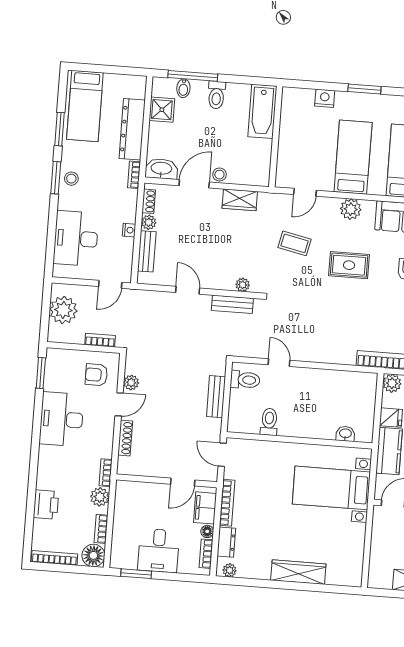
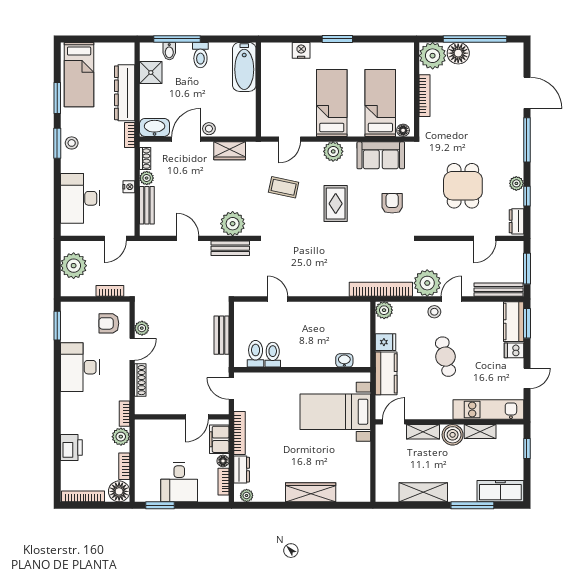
rug: (349, 265) -> (336, 204), turned 90
plant: (243, 285) -> (233, 224), width x1.87, depth x1.87
toilet: (245, 380) -> (256, 354), moved, turned -90

